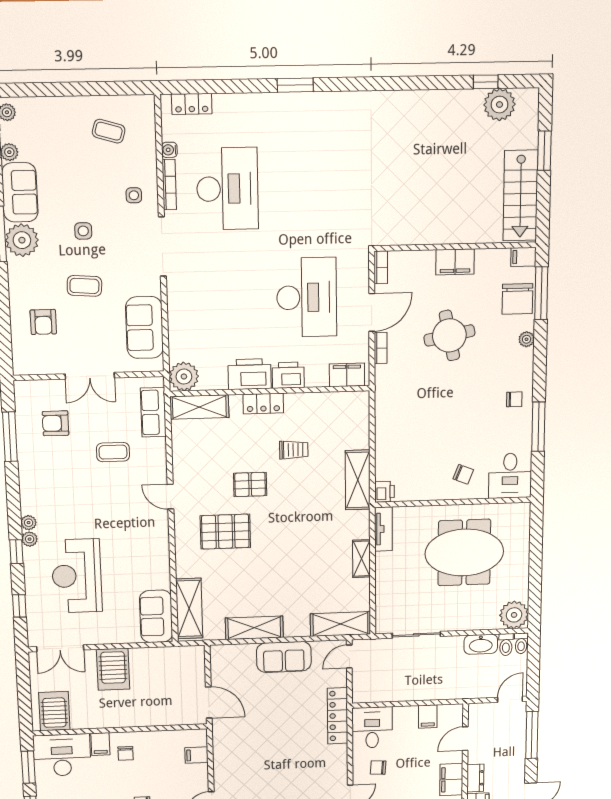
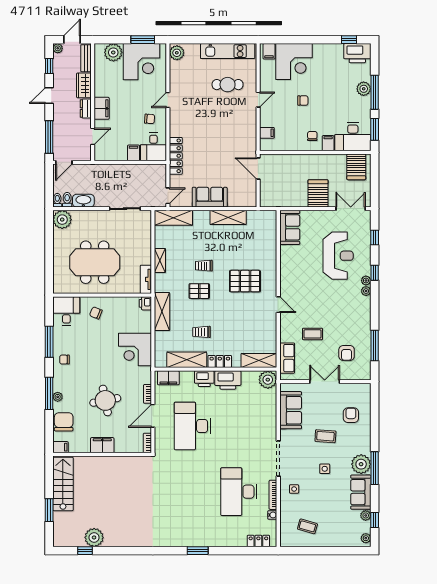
plant: (500, 105) -> (94, 537), moved
window: (541, 293) -> (49, 393), moved
corner desk: (401, 419) -> (135, 350), added
armchair: (56, 423) -> (347, 353), turned 90
pallet: (250, 484) -> (199, 291), moved
trolley: (292, 553) -> (204, 266), added
shelving: (189, 609) -> (187, 360), moved, turned 90
filing cabinet: (428, 716) -> (134, 153), moved

